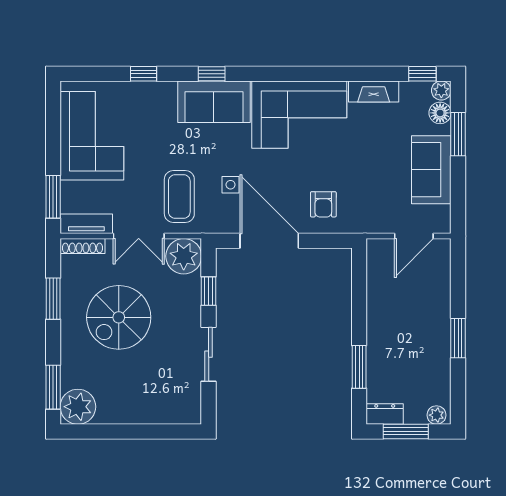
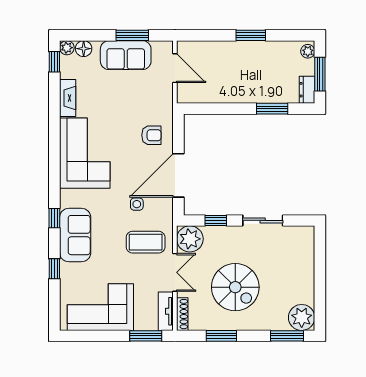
sofa: (214, 102) -> (75, 235), moved
window: (458, 134) -> (132, 35), moved

